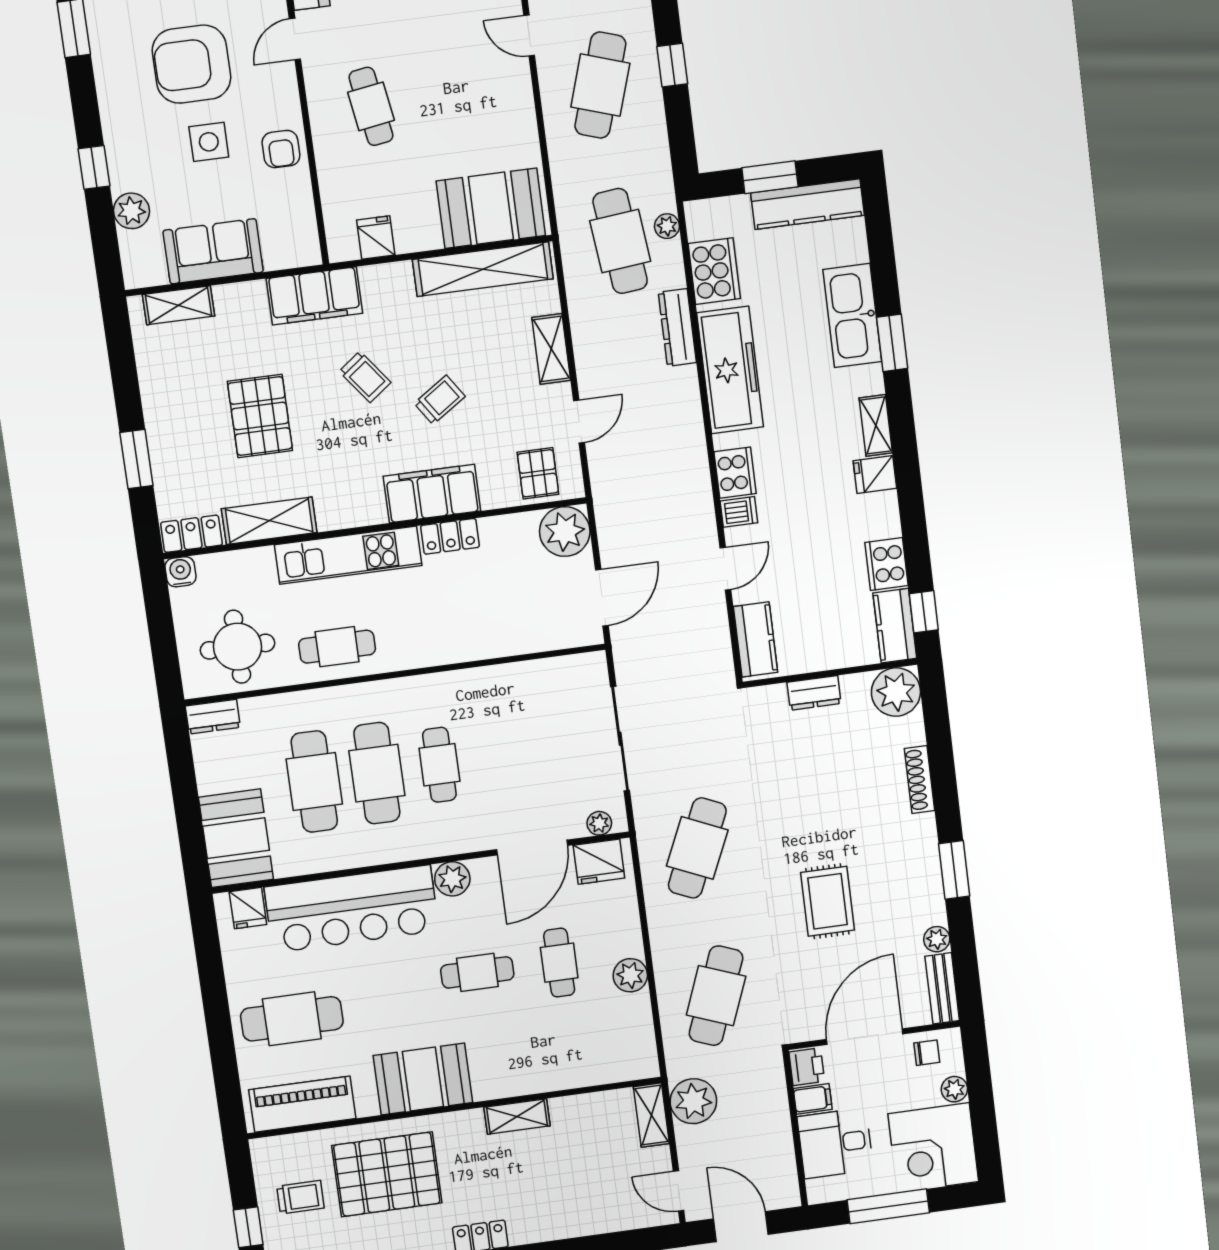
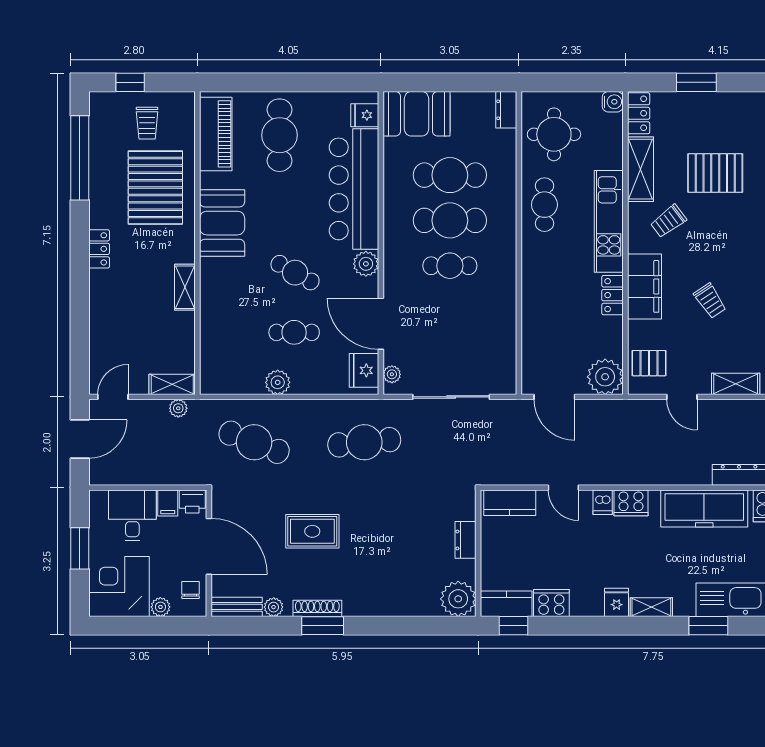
trolley: (365, 377) -> (668, 221), moved
shoe rack: (920, 779) -> (317, 608), moved
cafe table: (697, 848) -> (364, 442), turned -30
cafe table: (477, 972) -> (295, 273), turned -61
chair: (927, 1053) -> (191, 590), turned 180
plant: (693, 1101) -> (178, 408), width x0.53, depth x0.53
window: (888, 1206) -> (80, 548), width x0.69

